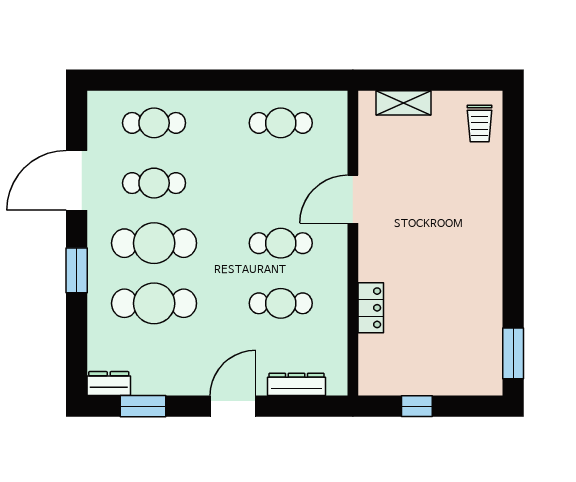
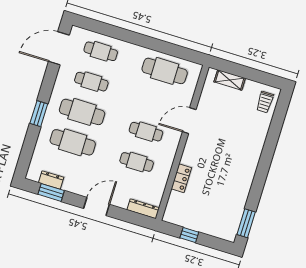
cafe table: (281, 123) -> (165, 71), width x1.37, depth x1.35
door: (77, 180) -> (59, 48), moved
dresser: (109, 384) -> (51, 180), moved
dresser: (297, 384) -> (143, 209), moved

